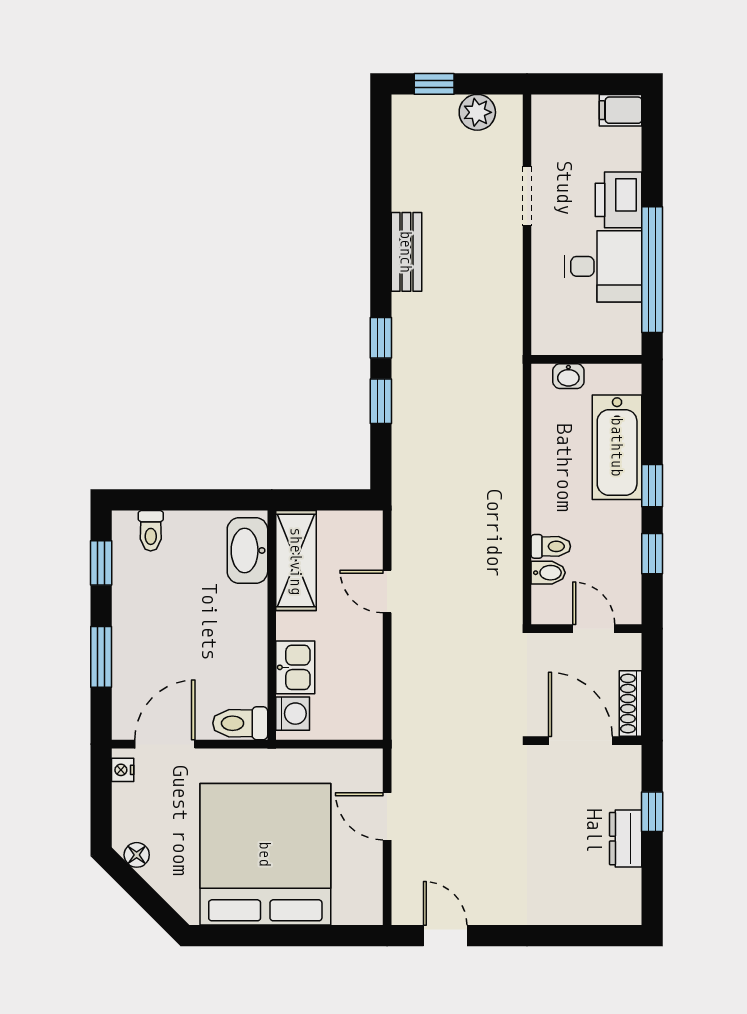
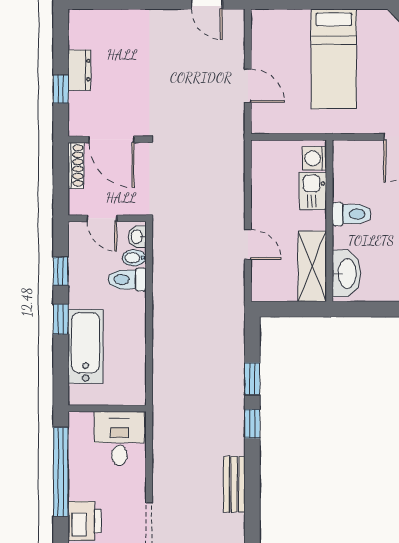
desk: (603, 266) -> (119, 439), moved, turned 90
washbasin: (568, 376) -> (137, 237), moved, turned -90
toilet: (551, 546) -> (127, 280), width x1.37, depth x1.39
toilet: (240, 723) -> (352, 214), moved
bed: (265, 854) -> (334, 59), width x0.49

